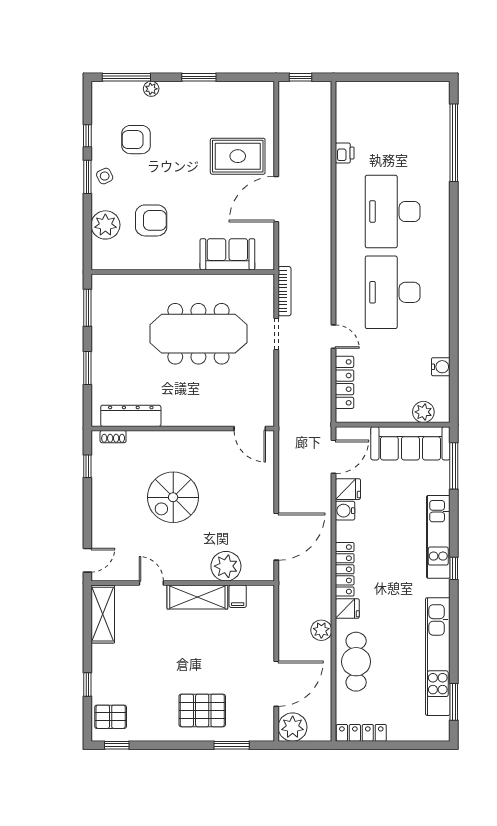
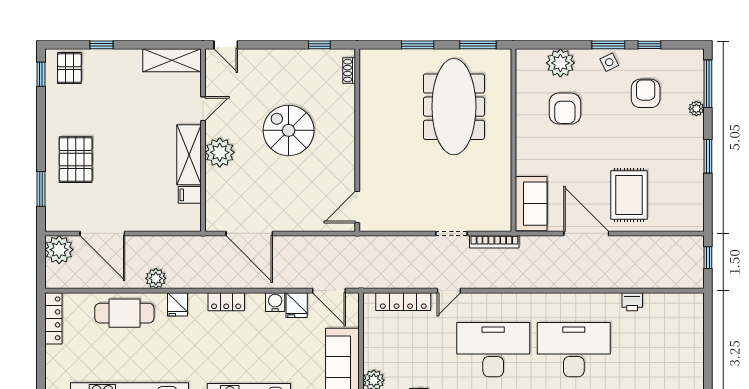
sofa: (227, 254) -> (531, 204), moved
meeting table: (198, 334) -> (454, 107), moved
dresser: (131, 416) -> (370, 88), removed
plant: (226, 566) -> (220, 152), moved
locker: (345, 569) -> (226, 302), width x0.66

